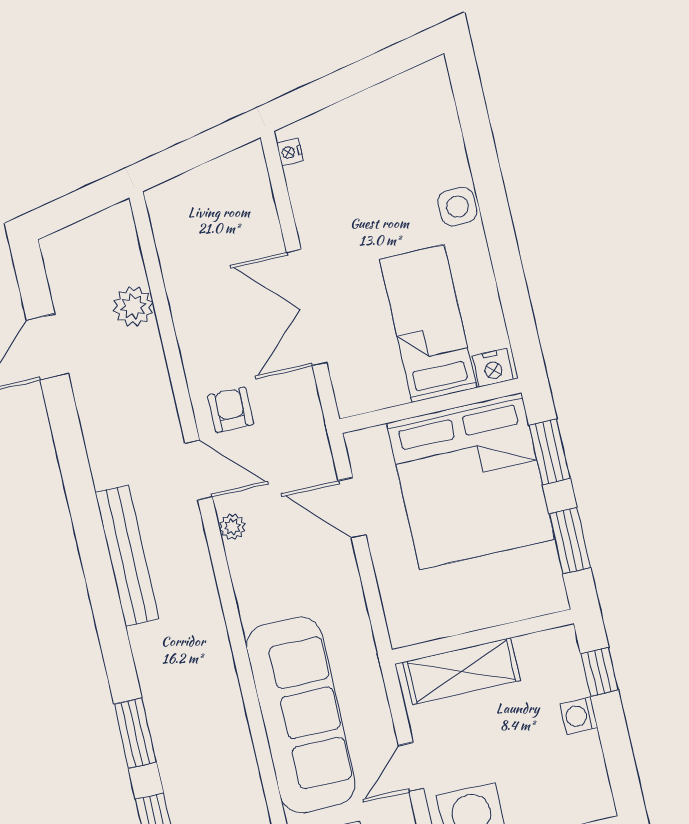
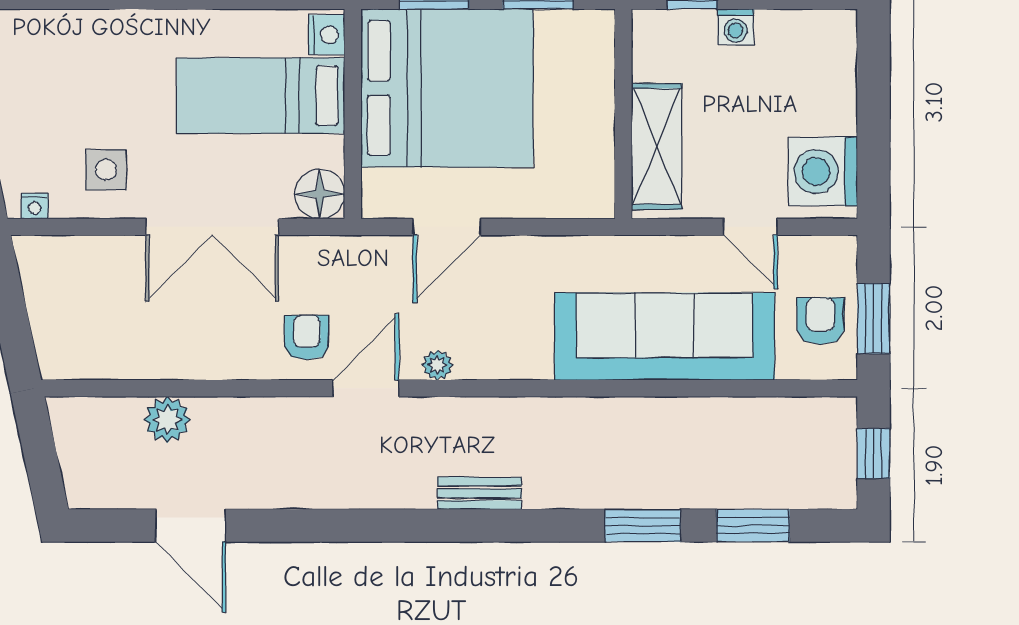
side table: (457, 207) -> (106, 170), moved
floor lamp: (356, 393) -> (320, 194), added
armchair: (231, 410) -> (307, 337), turned 90
bench: (127, 556) -> (479, 493), width x0.54, depth x0.82

